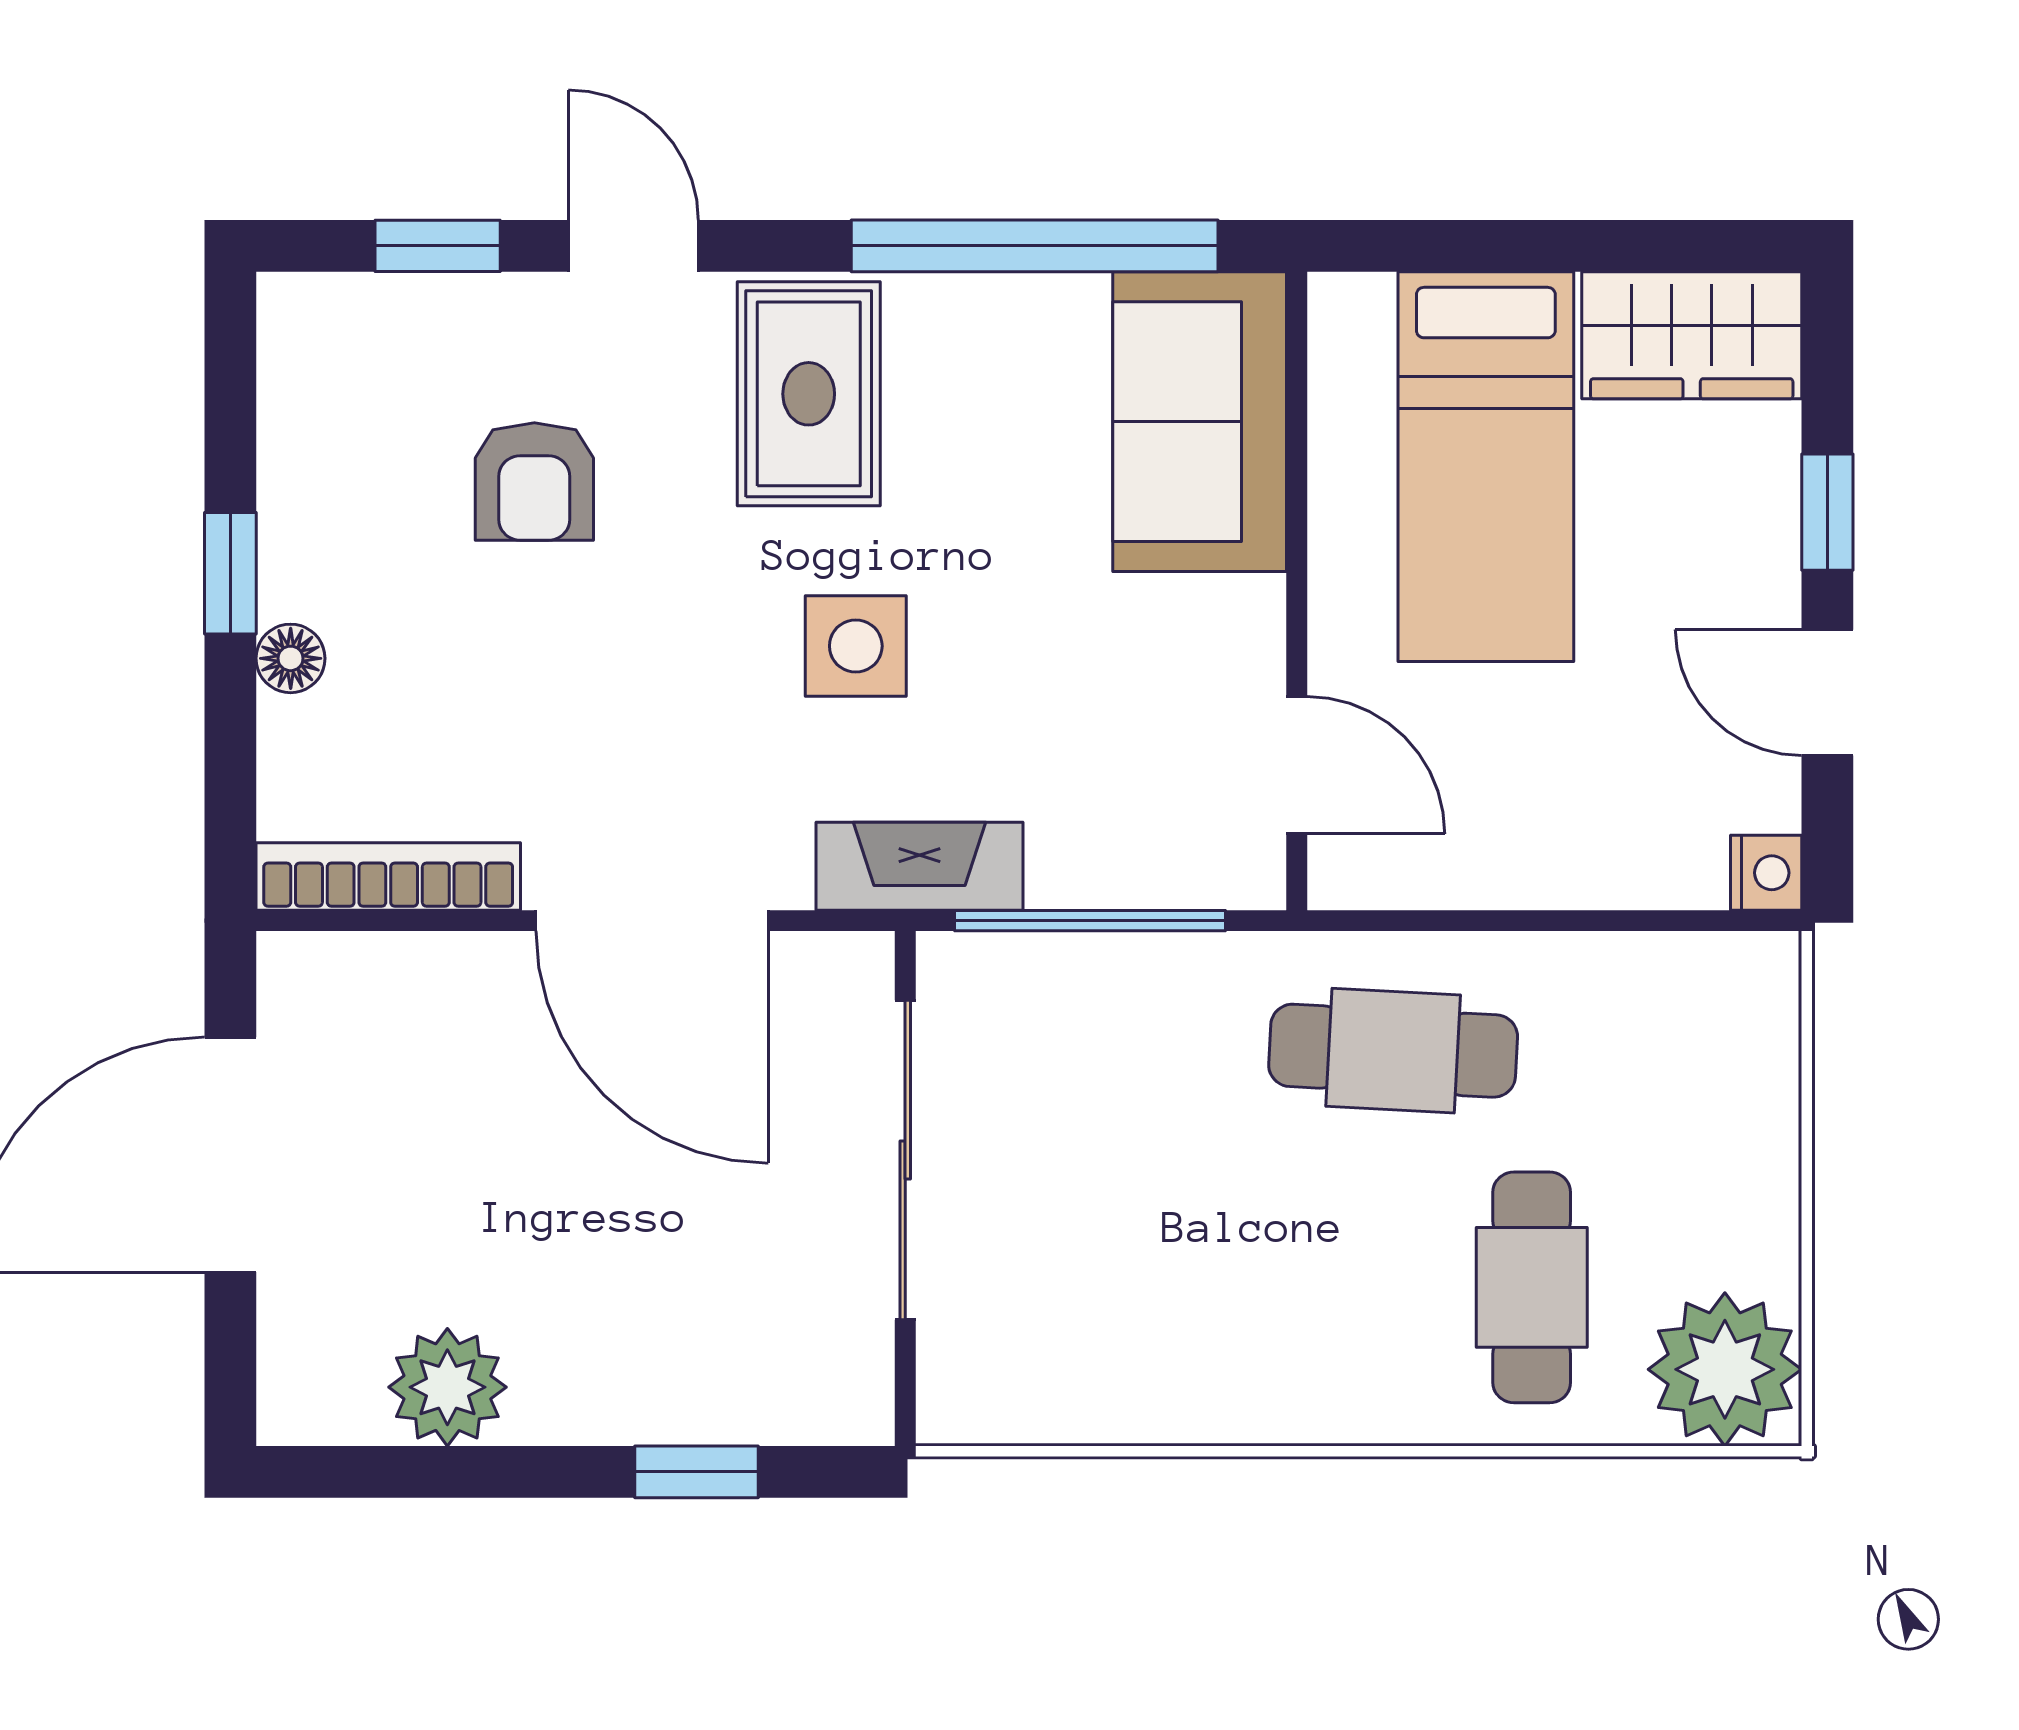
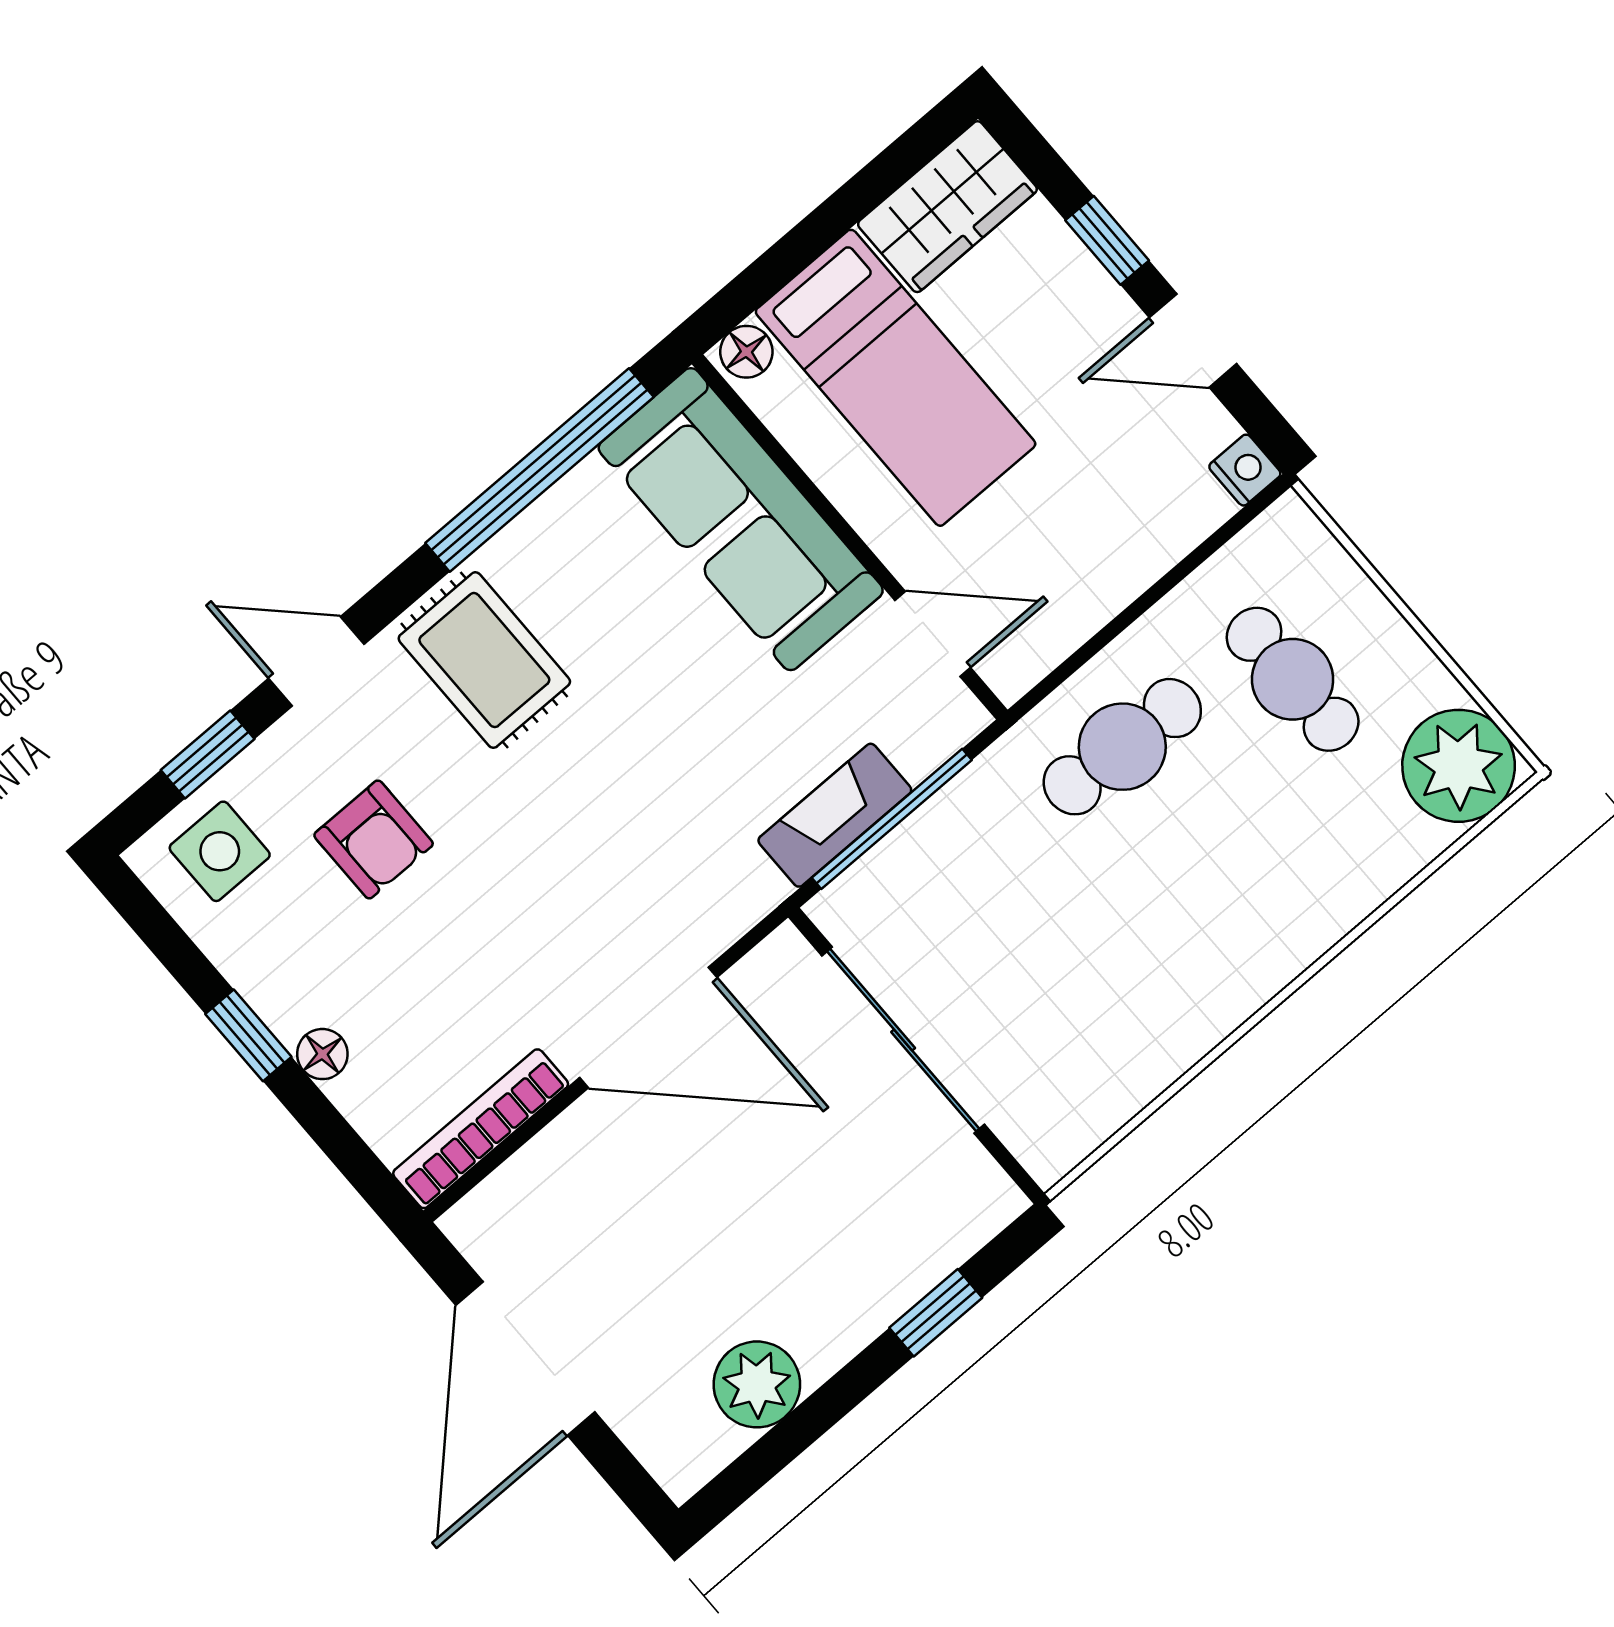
floor lamp: (1354, 307) -> (746, 352), added
sofa: (1200, 422) -> (741, 519), width x1.36
side table: (856, 646) -> (220, 851), moved
fireplace: (920, 866) -> (835, 815), moved
cafe table: (1532, 1287) -> (1293, 679), moved

